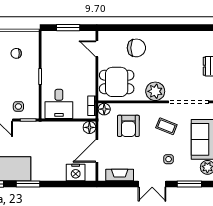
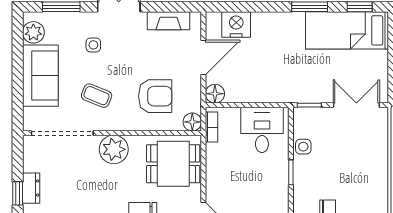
side table: (18, 106) -> (303, 147), moved
armchair: (128, 126) -> (155, 96), turned 90

